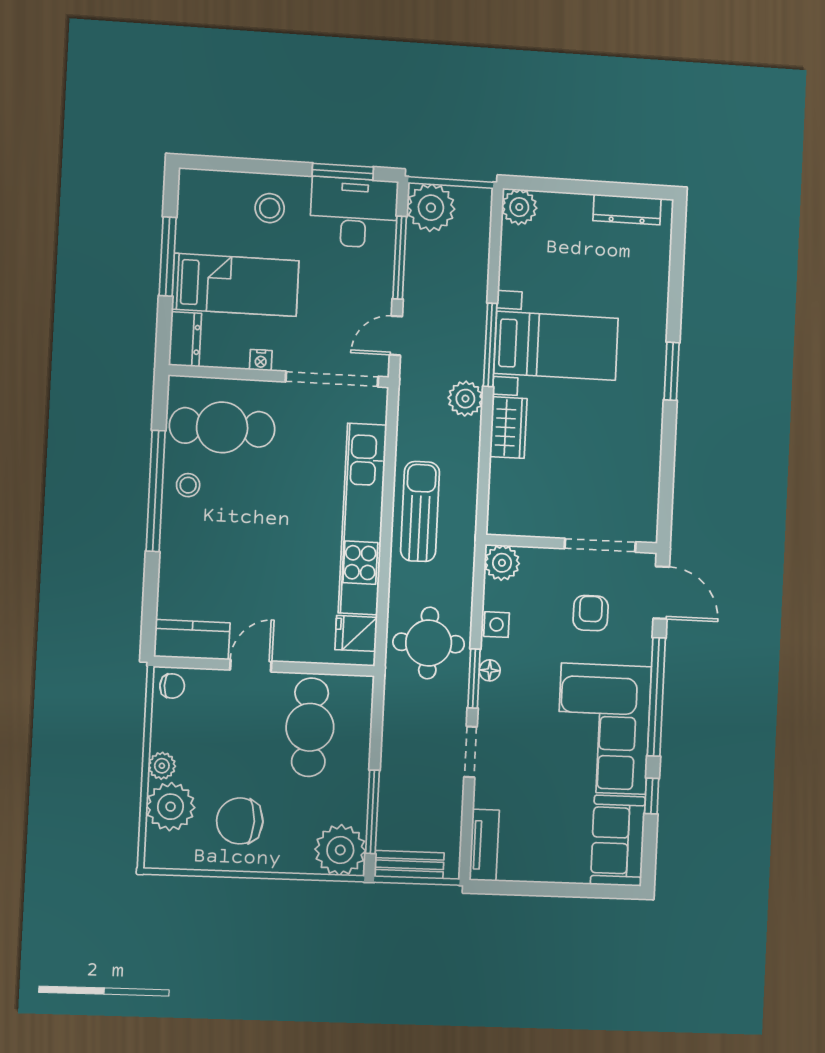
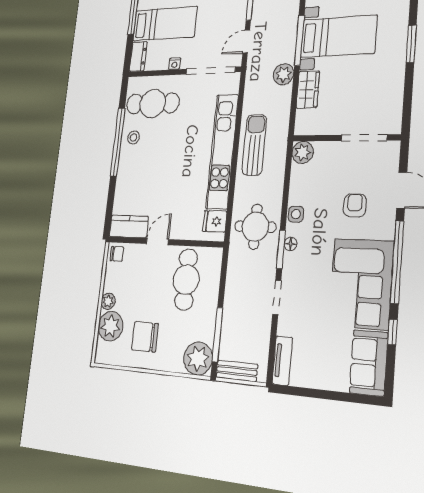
wall: (572, 544) -> (346, 138), moved
doorway: (600, 545) -> (364, 138), moved
plant: (502, 563) -> (303, 152), moved

